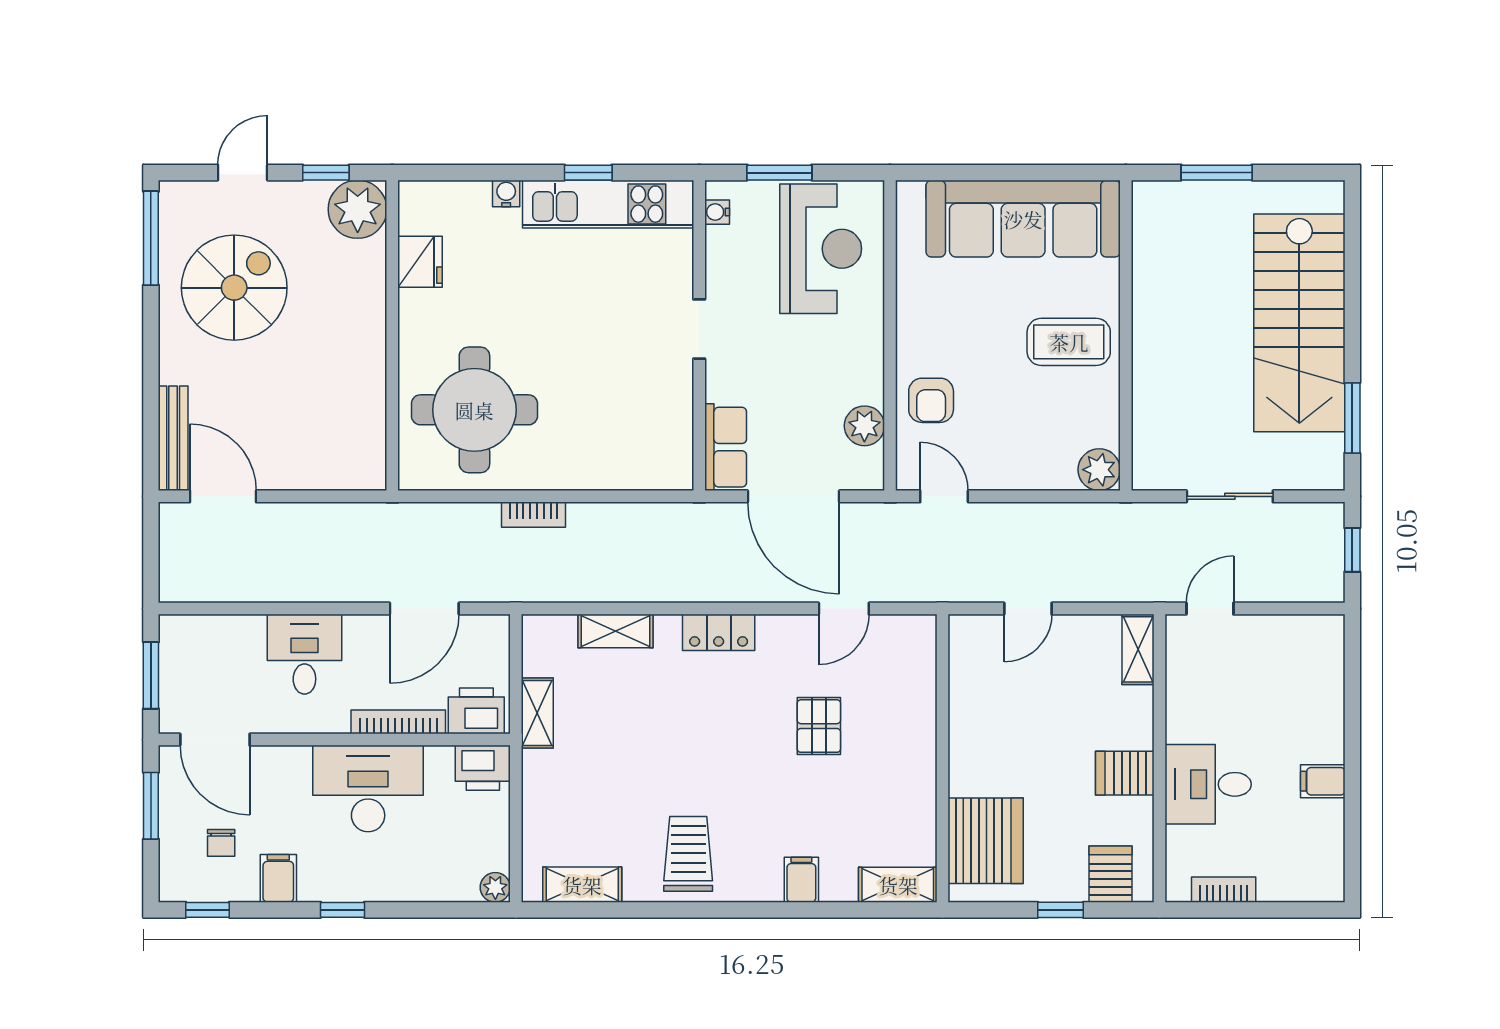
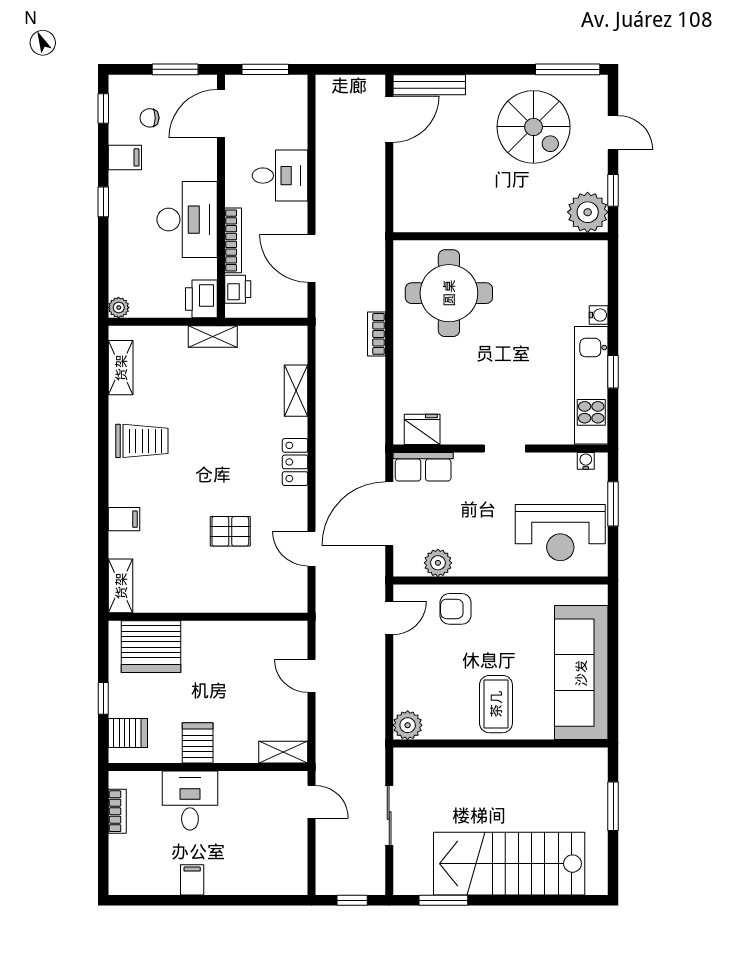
fridge: (420, 262) -> (422, 429), moved, turned 180
printer: (476, 711) -> (238, 289), width x0.73, depth x0.81
shelving: (537, 713) -> (213, 337), moved

